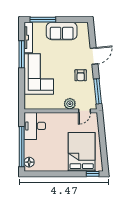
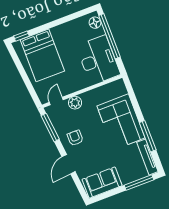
sofa: (62, 31) -> (102, 183), moved
desk: (35, 126) -> (98, 60), width x1.36, depth x1.30

